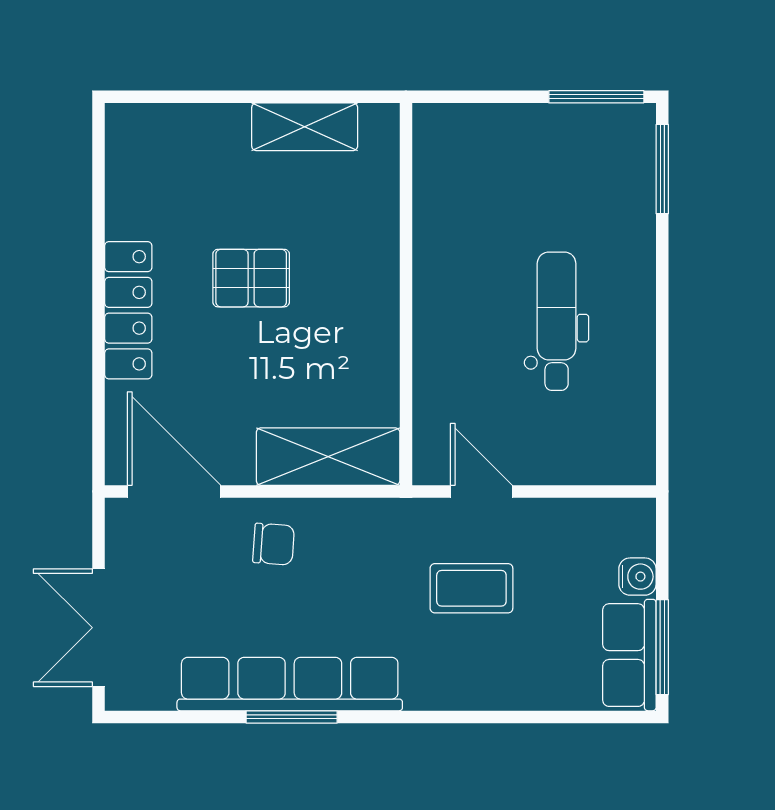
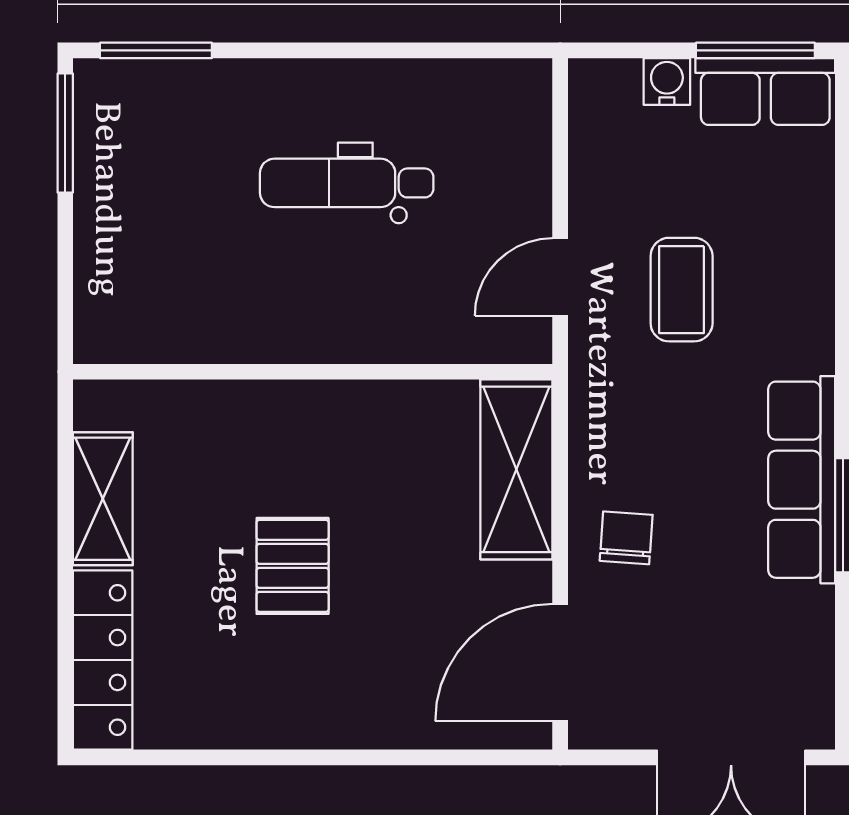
locker: (128, 310) -> (103, 660), moved, turned 90
row of seats: (290, 684) -> (802, 480), width x0.73

